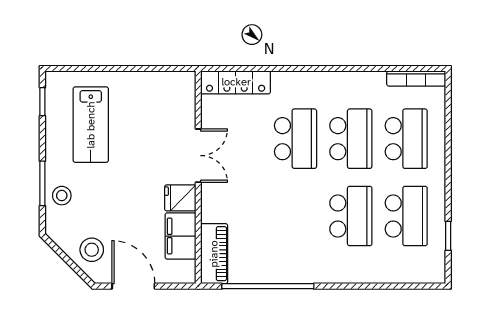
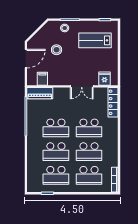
fridge: (180, 198) -> (105, 79), moved
school desk: (296, 216) -> (56, 128), added
filing cabinet: (180, 236) -> (42, 79), width x0.50
stool: (92, 250) -> (57, 50), moved

